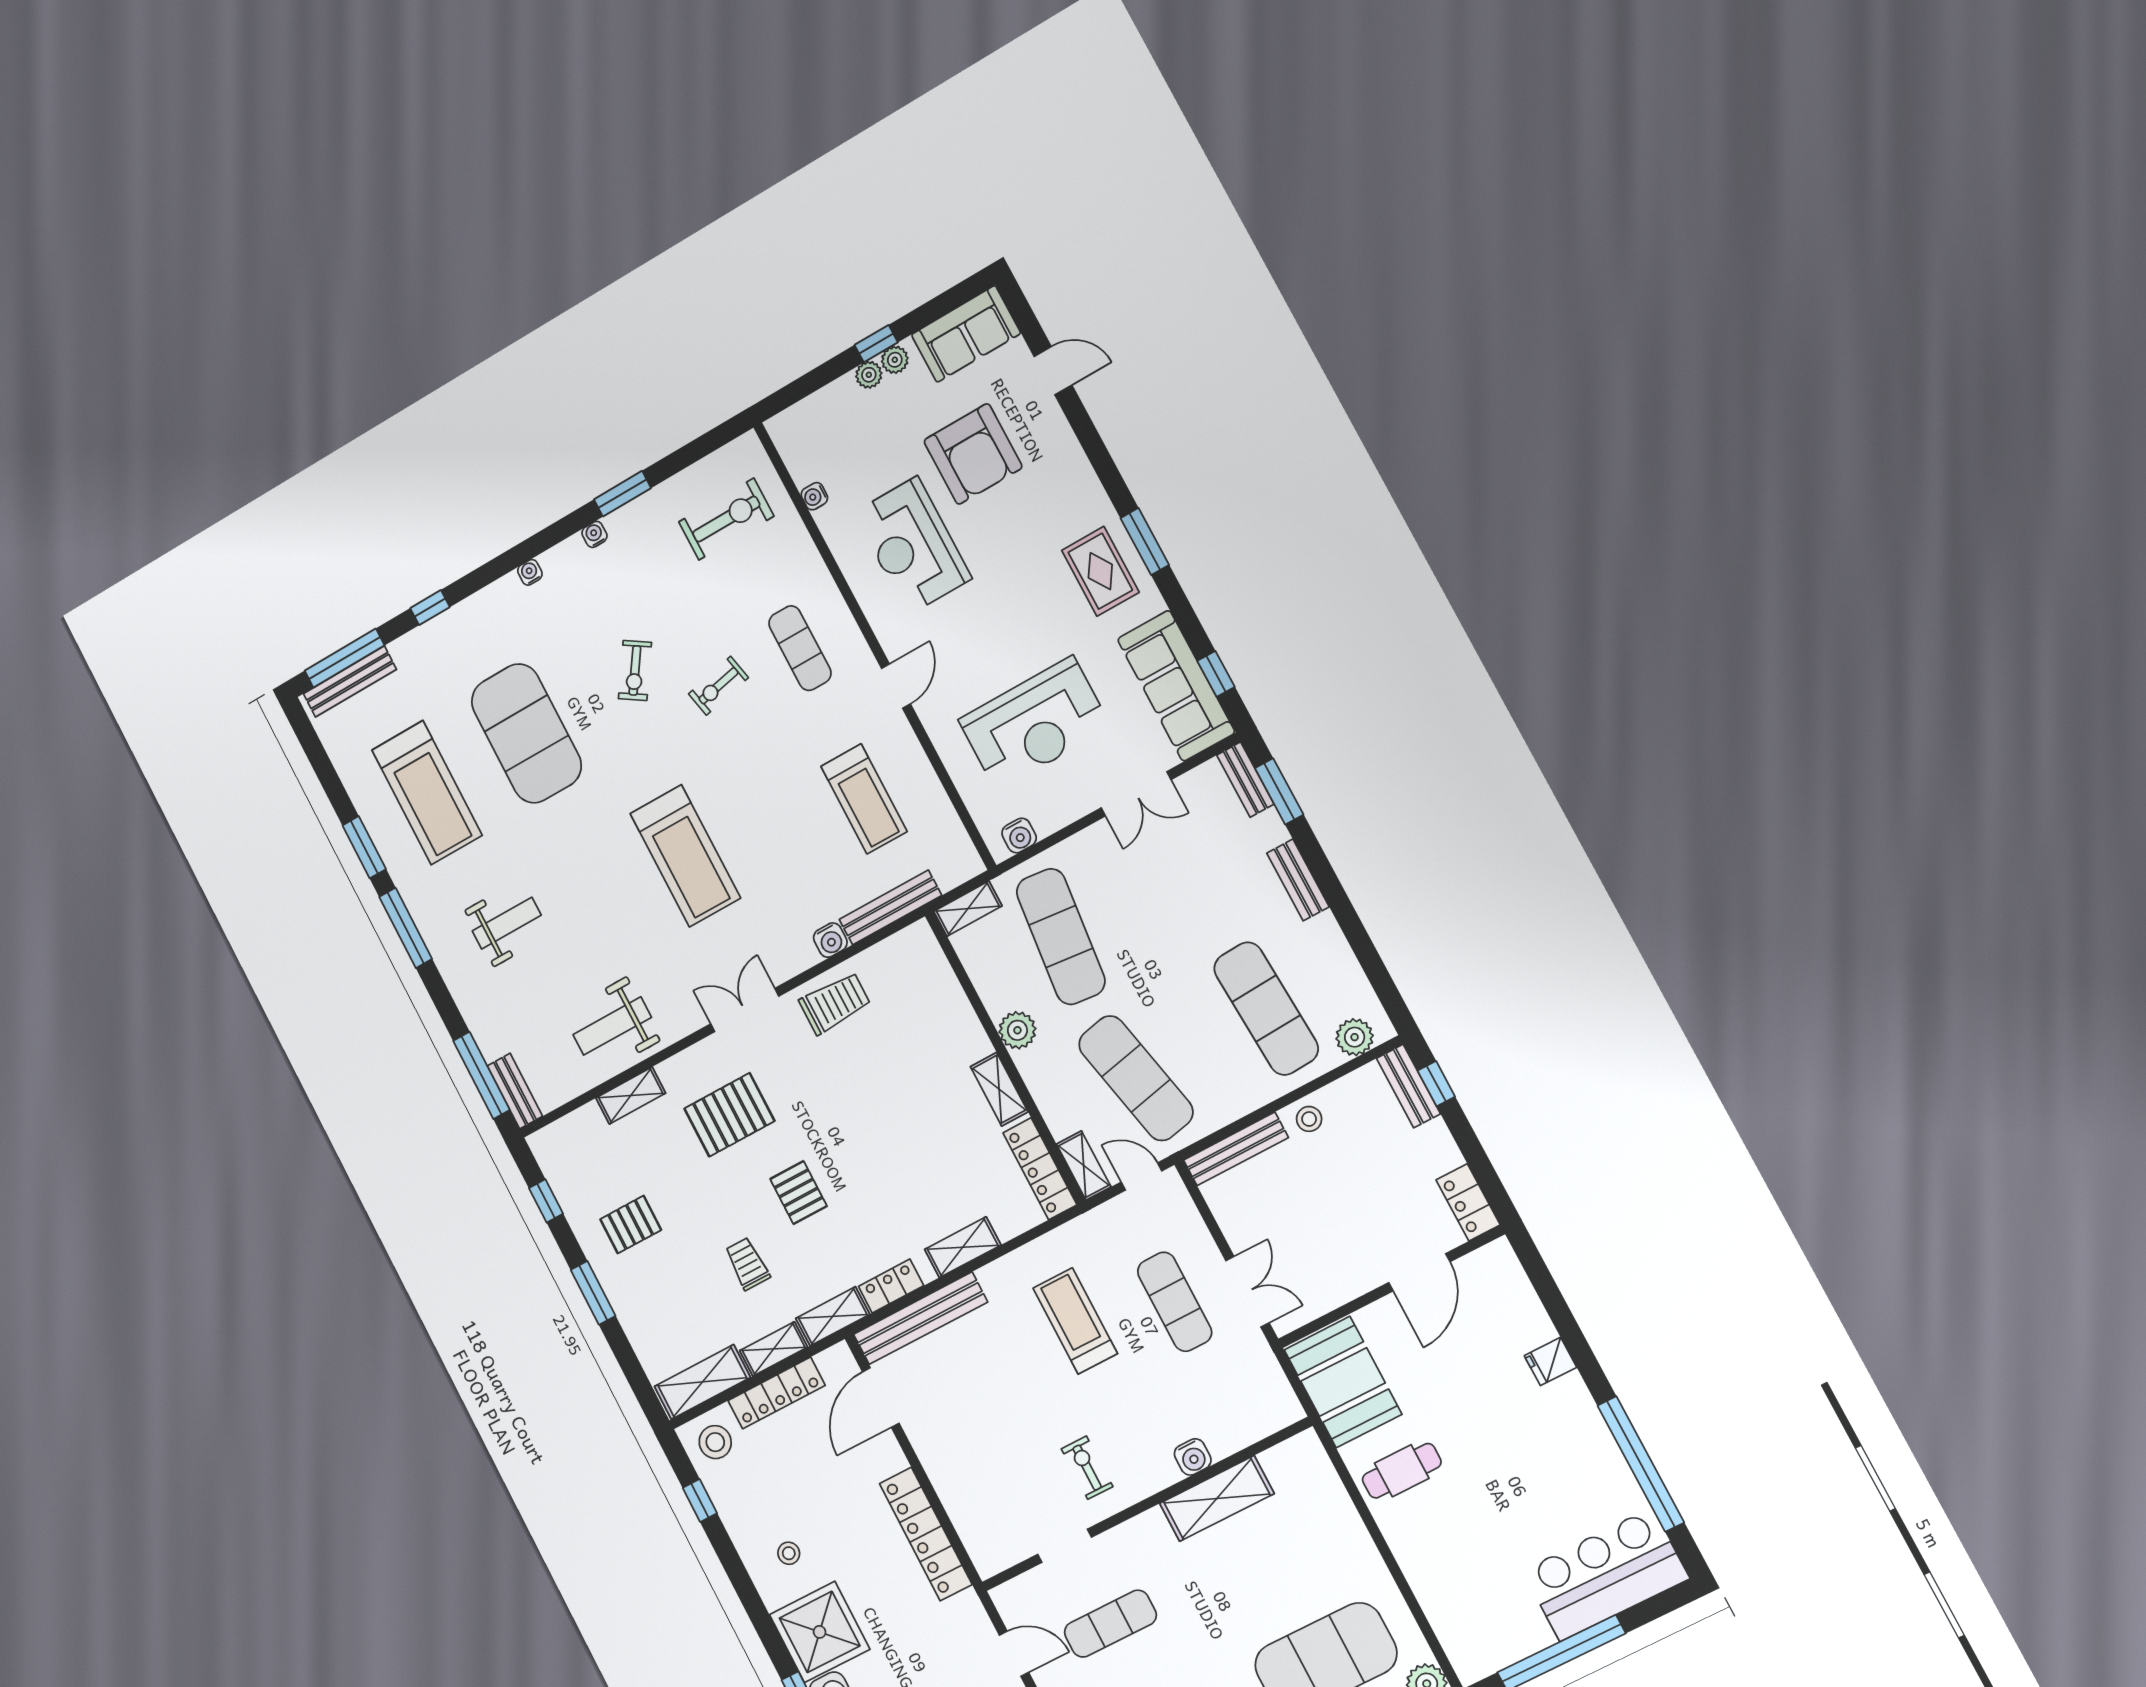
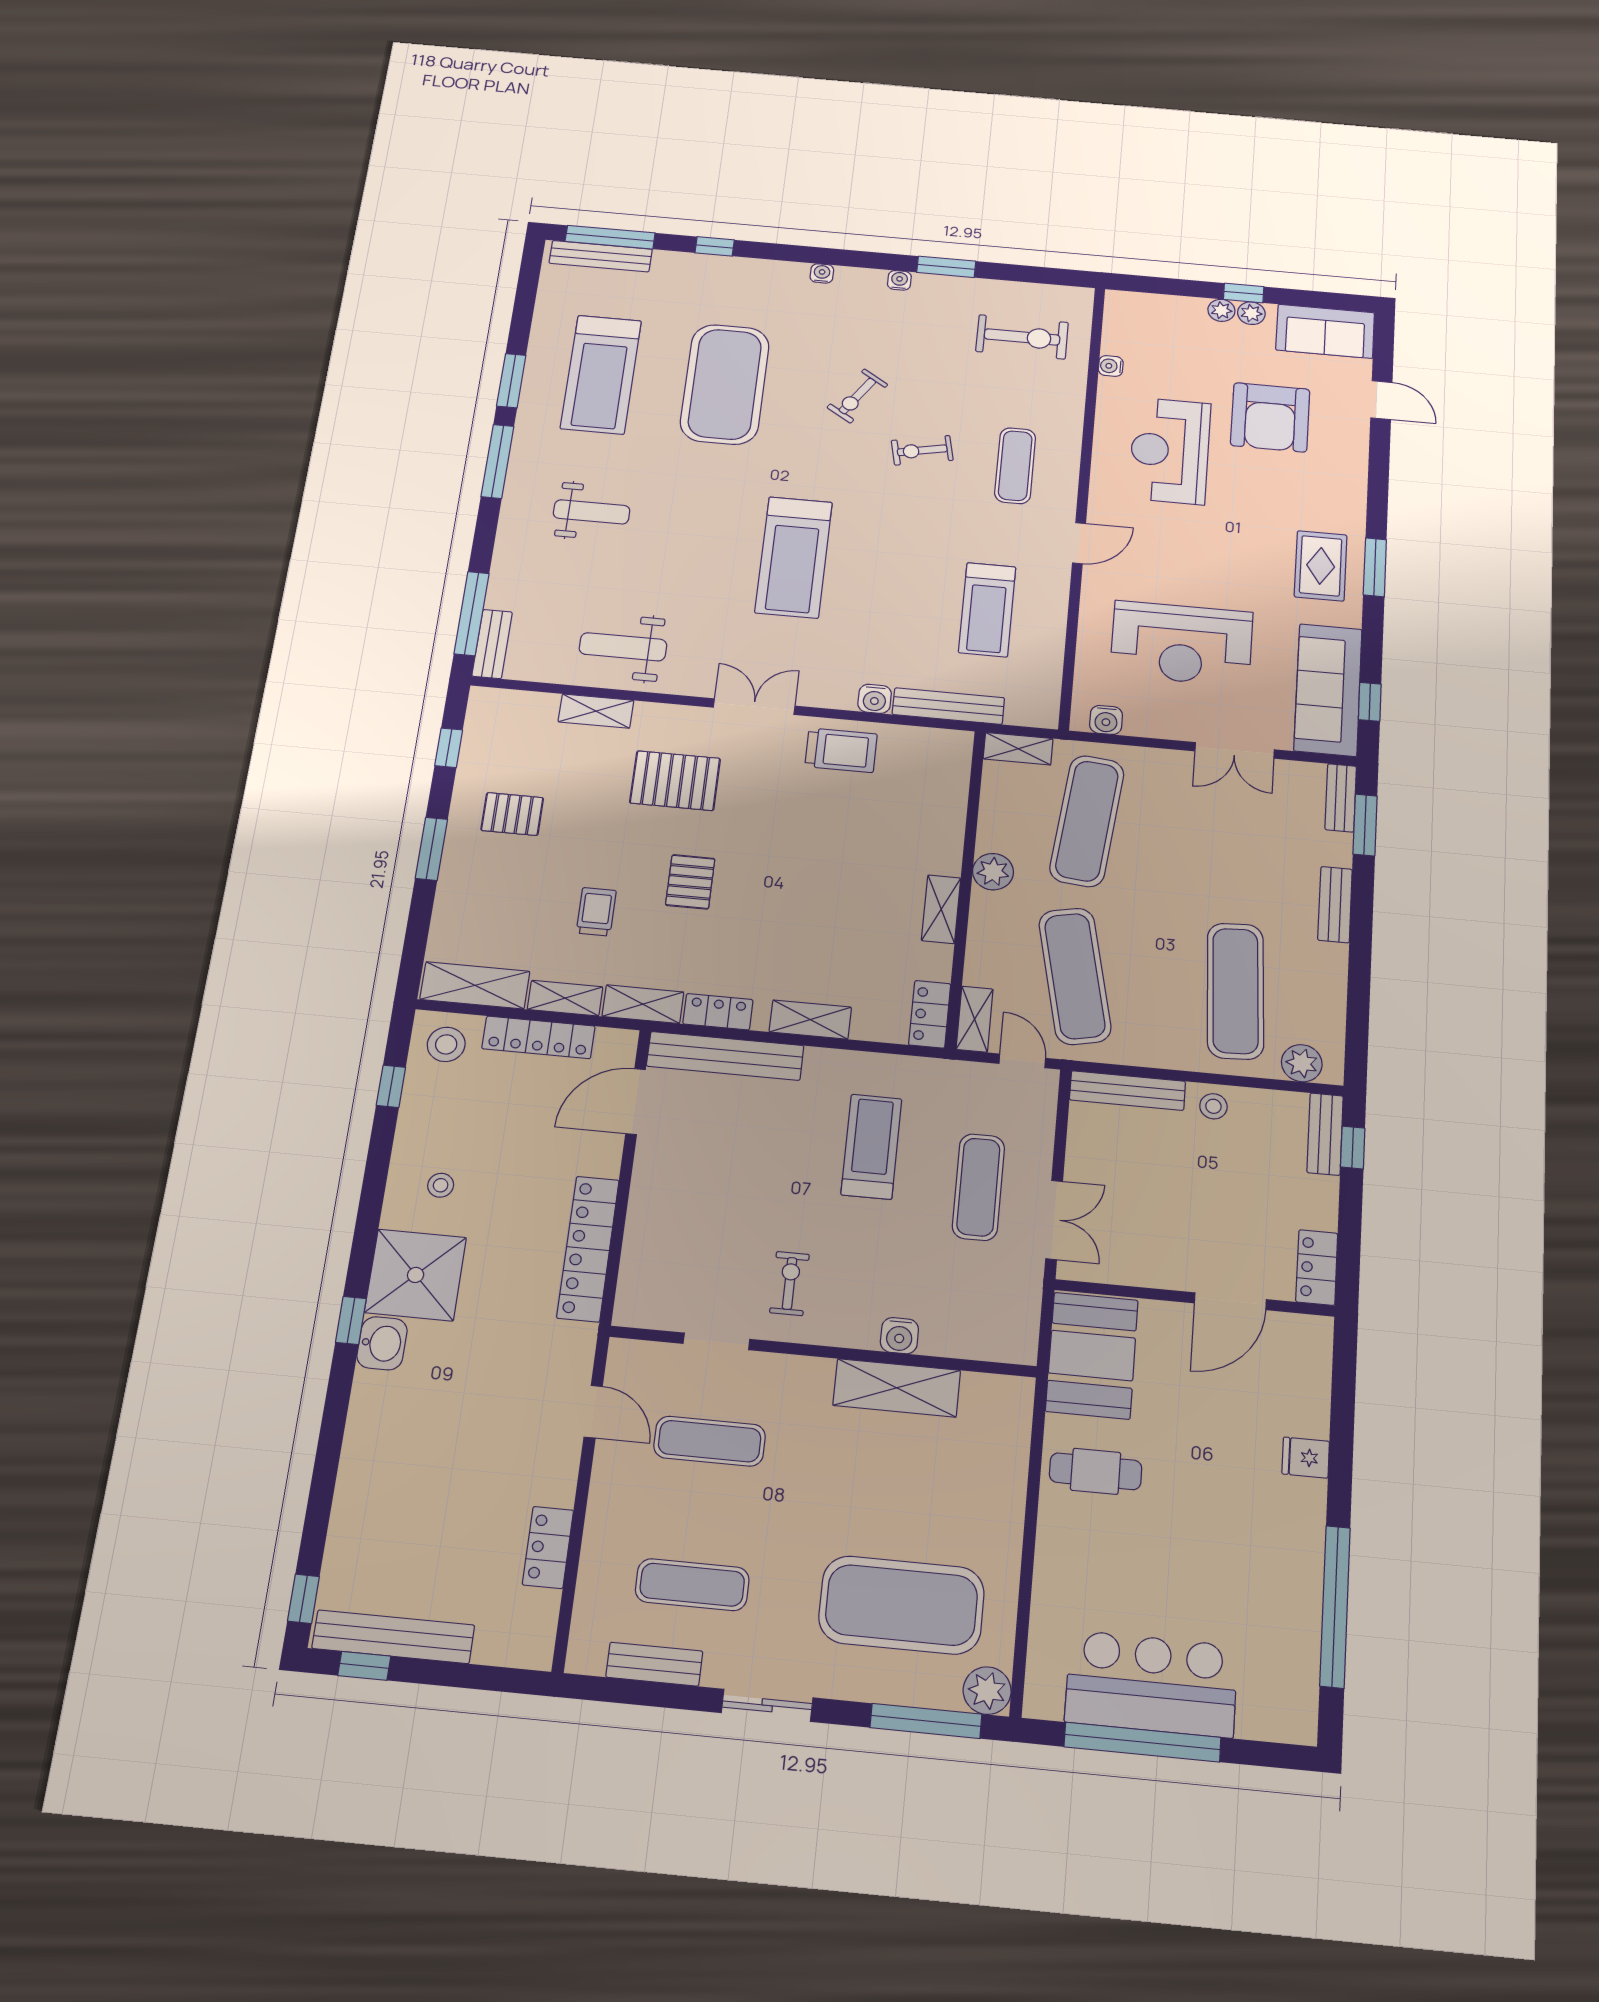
locker: (1040, 1169) -> (930, 1014), width x0.66
bar counter: (1606, 1575) -> (1151, 1684), moved

